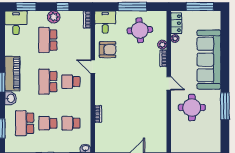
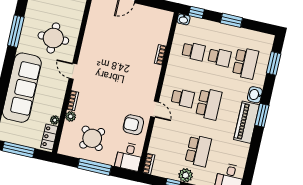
round table: (140, 30) -> (92, 138), turned 45

